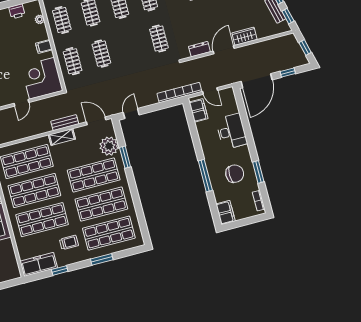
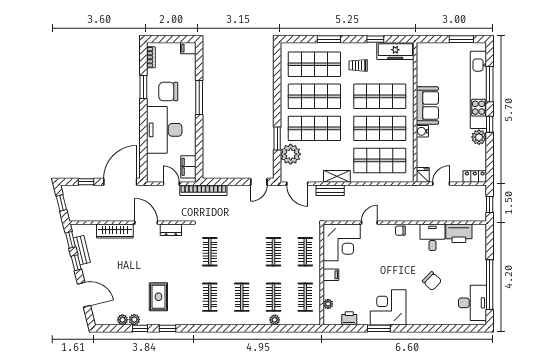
wardrobe: (244, 36) -> (115, 231), width x1.50
door: (224, 50) -> (146, 223), swing flipped
desk: (231, 131) -> (164, 130), width x1.36, depth x1.30
filing cabinet: (226, 213) -> (188, 48), width x0.50

